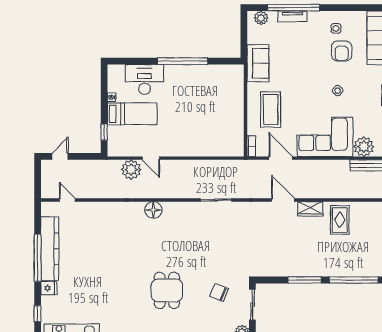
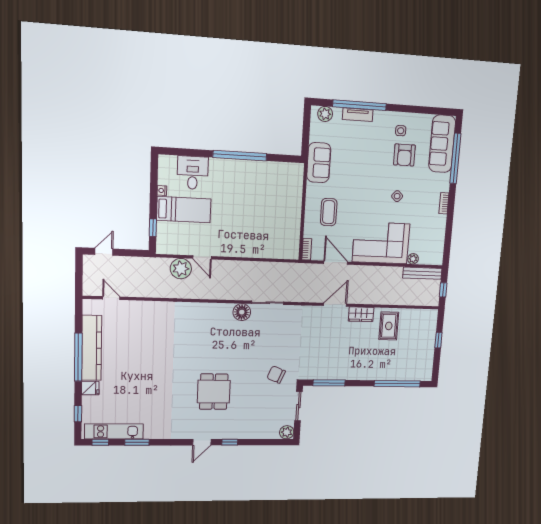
desk: (145, 79) -> (193, 173), width x0.73
coffee table: (271, 109) -> (329, 212), width x0.73, depth x0.76
plant: (364, 147) -> (413, 259), width x0.53, depth x0.53
door: (283, 200) -> (335, 305), hinge flipped
floor lamp: (153, 210) -> (242, 312), moved
window: (305, 280) -> (329, 383), moved
chair: (219, 292) -> (276, 375), moved

